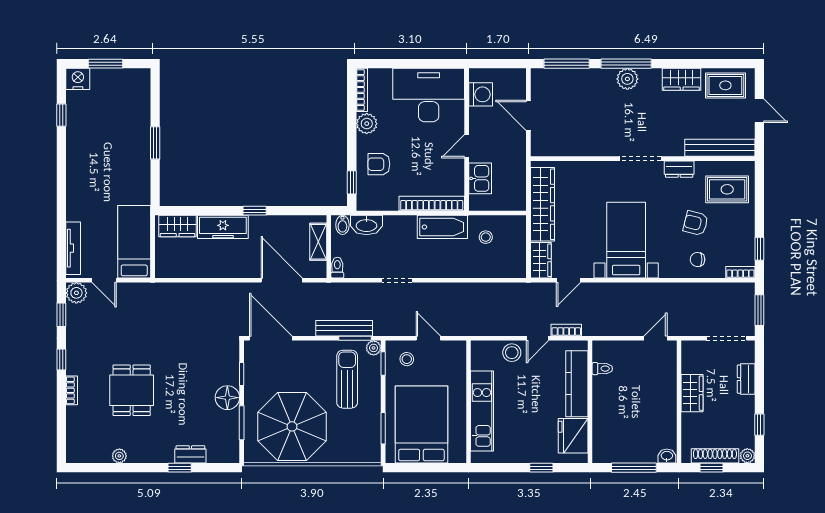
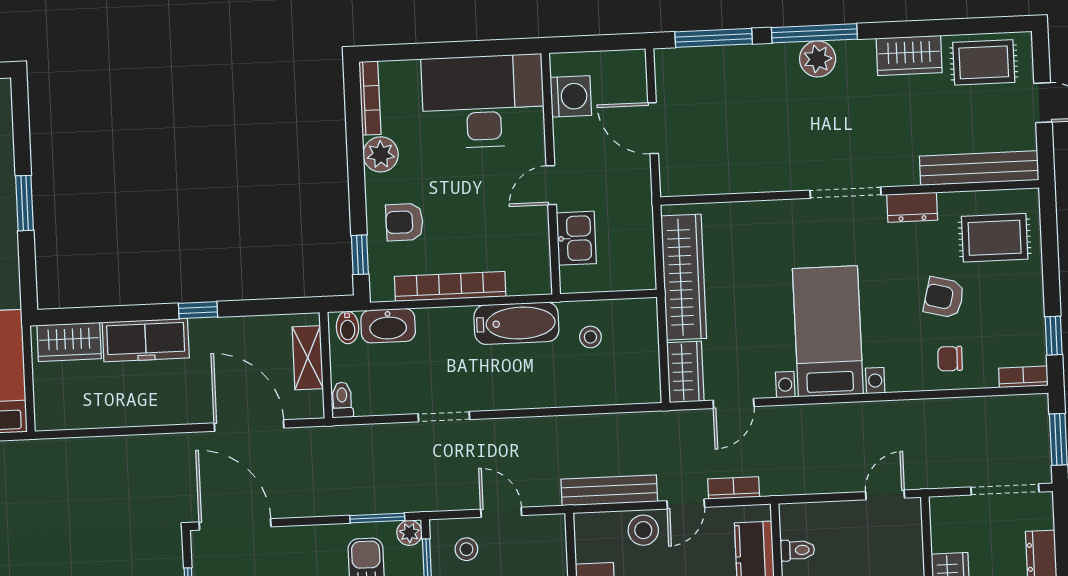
bookcase: (432, 203) -> (450, 286), moved
bench: (344, 328) -> (609, 490), moved

